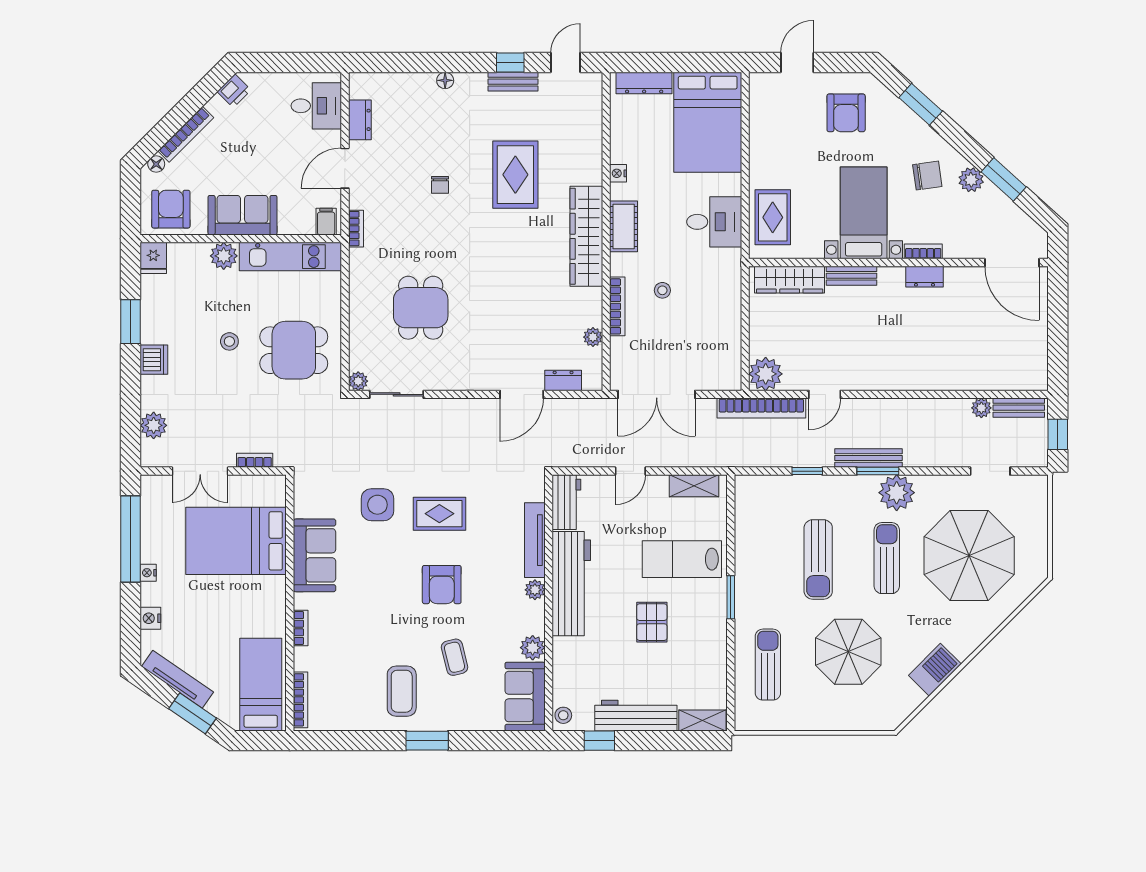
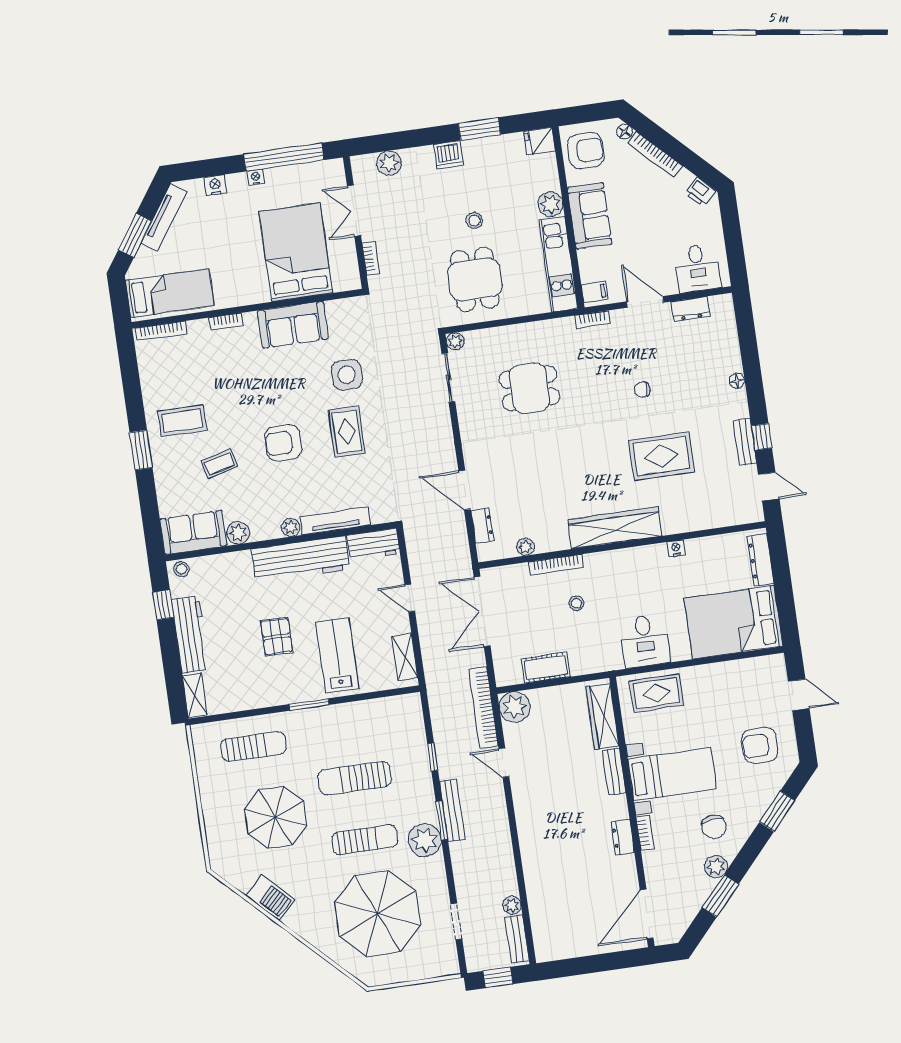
cot: (624, 226) -> (546, 668), moved
pallet: (652, 622) -> (277, 637), turned 90

